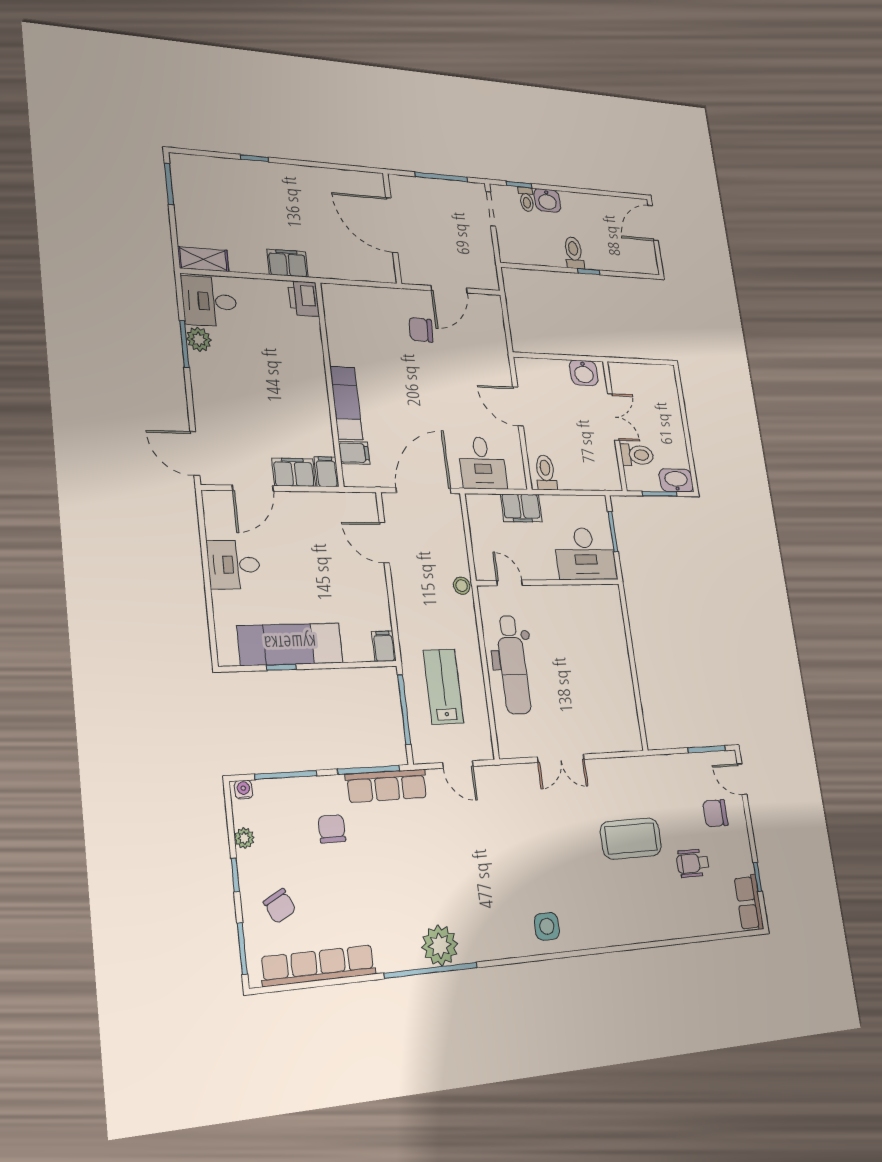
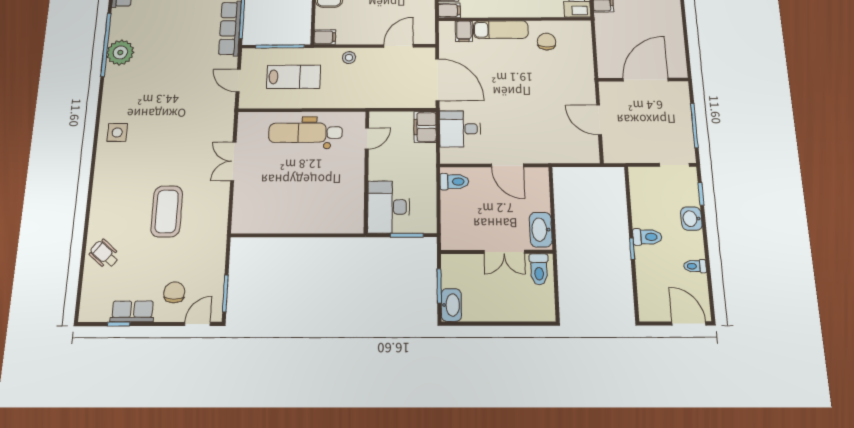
toilet: (526, 199) -> (695, 266), moved
chair: (421, 330) -> (547, 42), moved
washbasin: (584, 373) -> (541, 230), width x1.38
door: (518, 406) -> (507, 165), swing flipped
toilet: (637, 455) -> (539, 269), moved
filing cabinet: (521, 508) -> (425, 127), moved
stool: (462, 586) -> (349, 58), moved
door: (458, 764) -> (238, 80), hinge flipped
wheelchair: (693, 863) -> (104, 254), moved, turned -50
row of seats: (749, 903) -> (132, 311), moved

